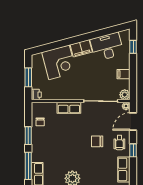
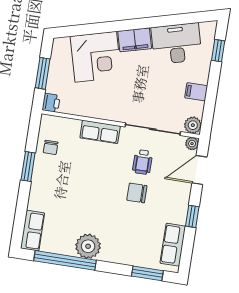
wheelchair: (119, 143) -> (143, 162), moved
window: (28, 166) -> (20, 215), removed

